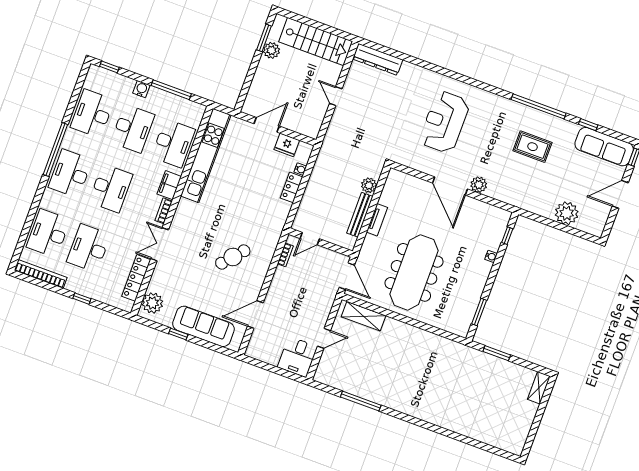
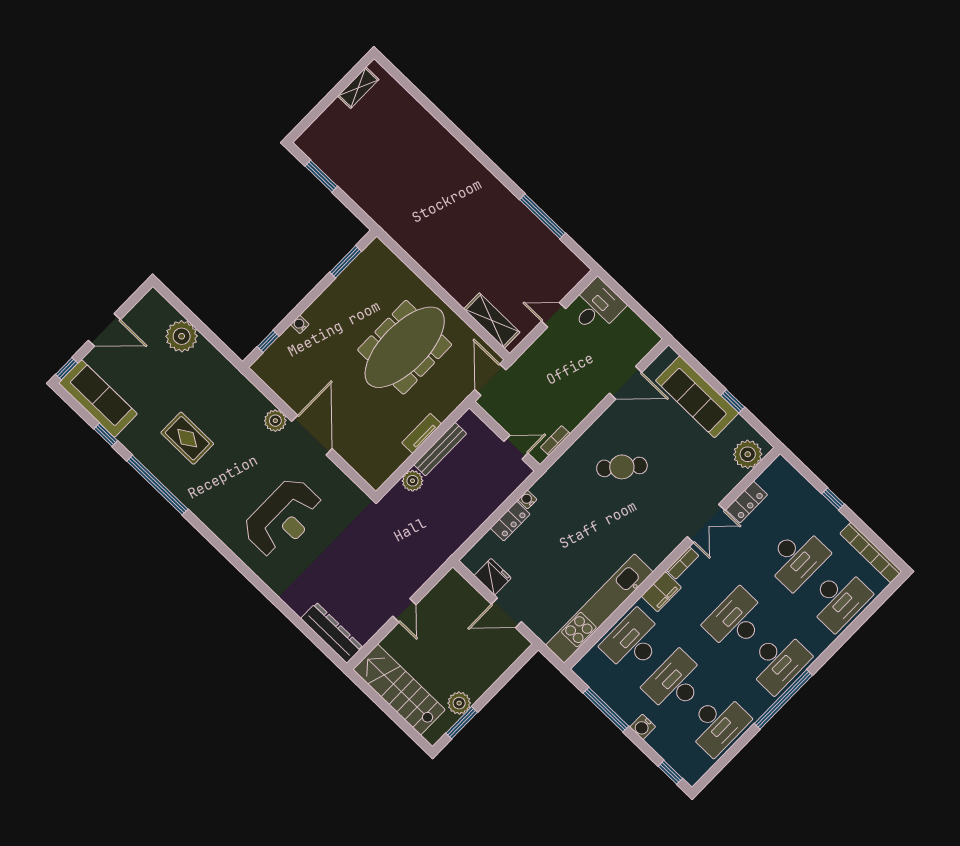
water cooler: (300, 169) -> (527, 500), moved
locker: (136, 278) -> (747, 502), width x0.66
window: (497, 353) -> (321, 176), moved
shelving: (539, 388) -> (358, 88), moved

